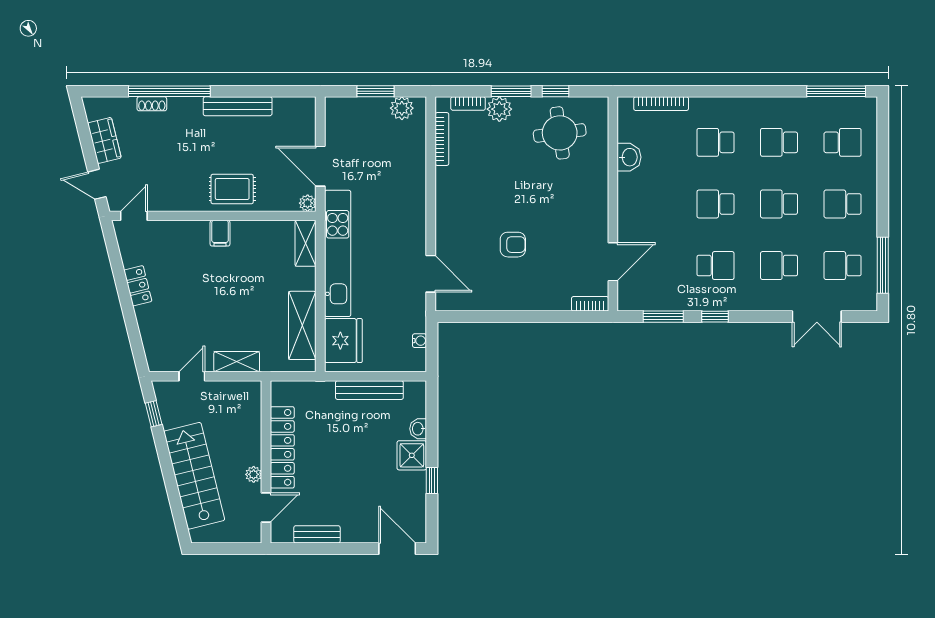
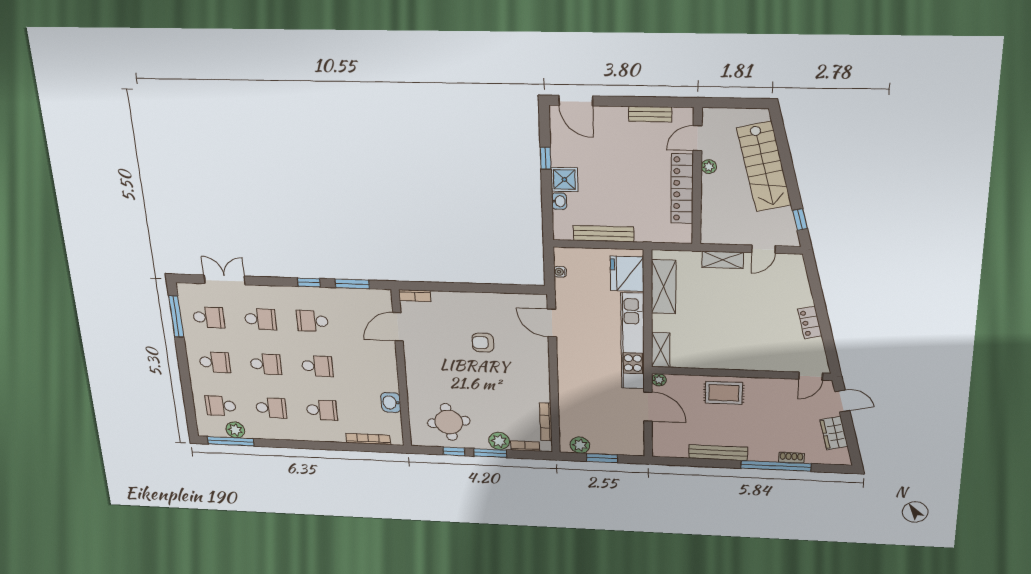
plant: (828, 108) -> (235, 430), added
filing cabinet: (220, 233) -> (735, 360), removed

